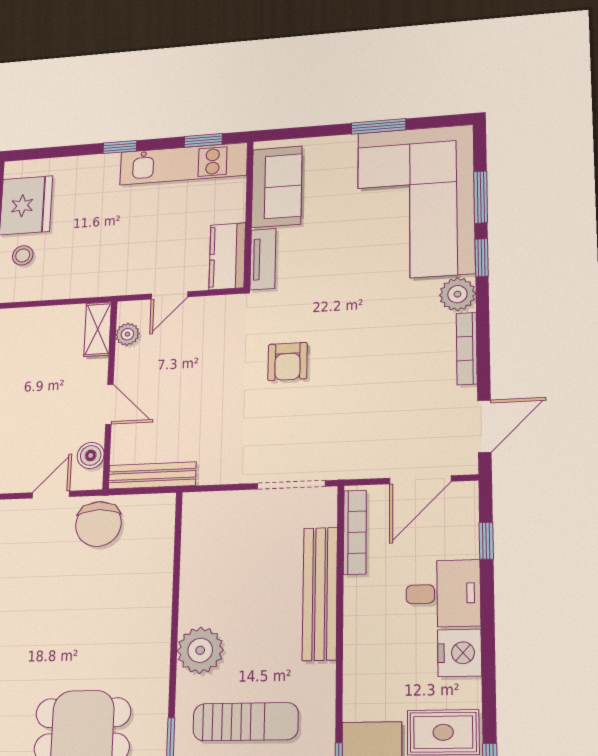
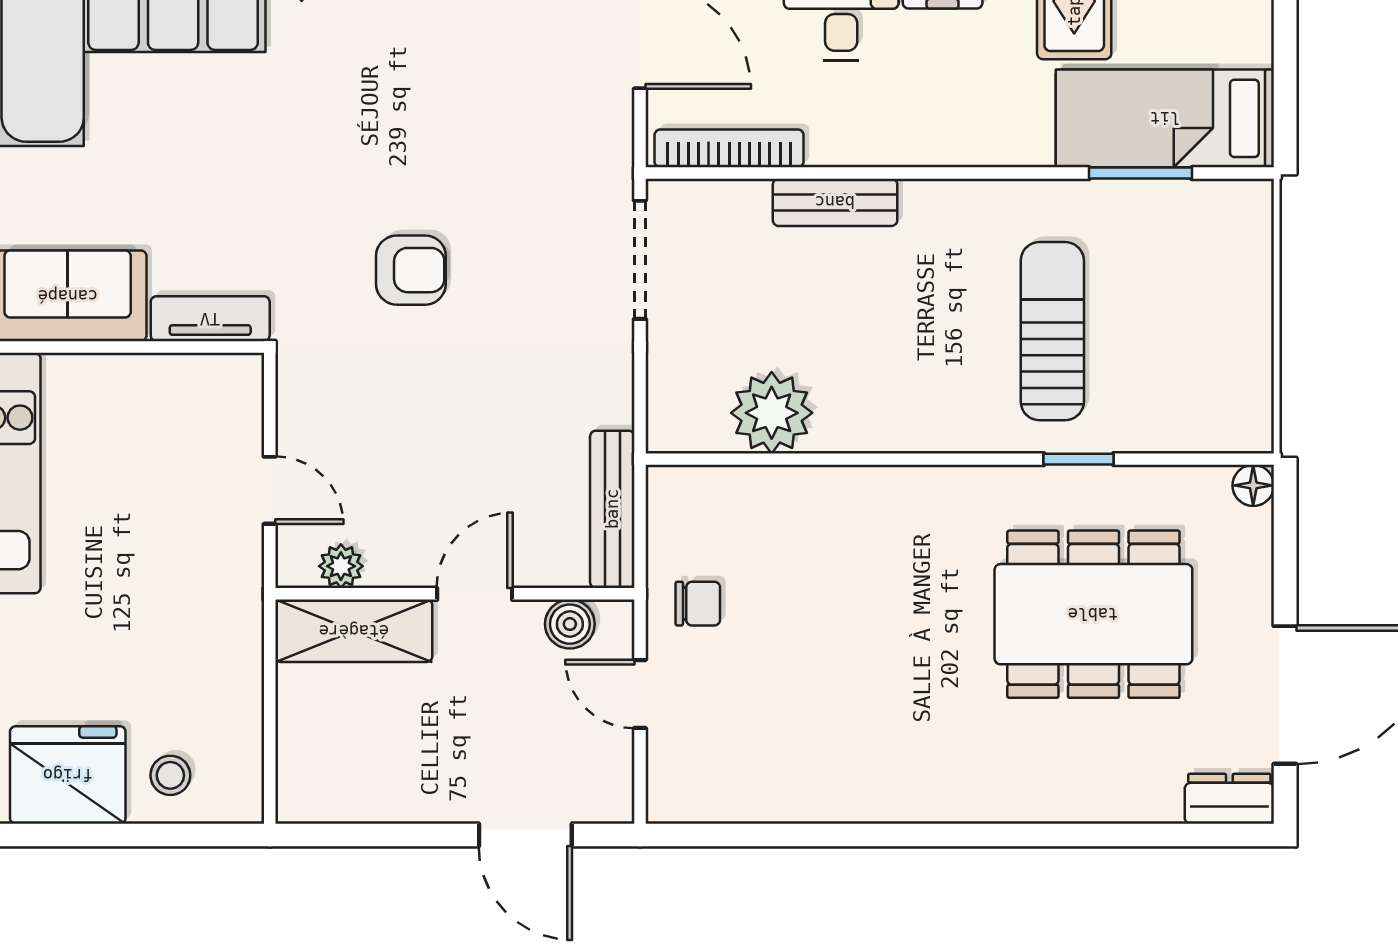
kitchen counter: (227, 256) -> (200, 385), removed
shelving: (98, 329) -> (354, 631), width x1.50, depth x1.33
chair: (98, 524) -> (698, 604), width x0.54, depth x0.54
bench: (320, 594) -> (835, 202), width x0.54, depth x0.82
plant: (200, 650) -> (772, 413), moved

